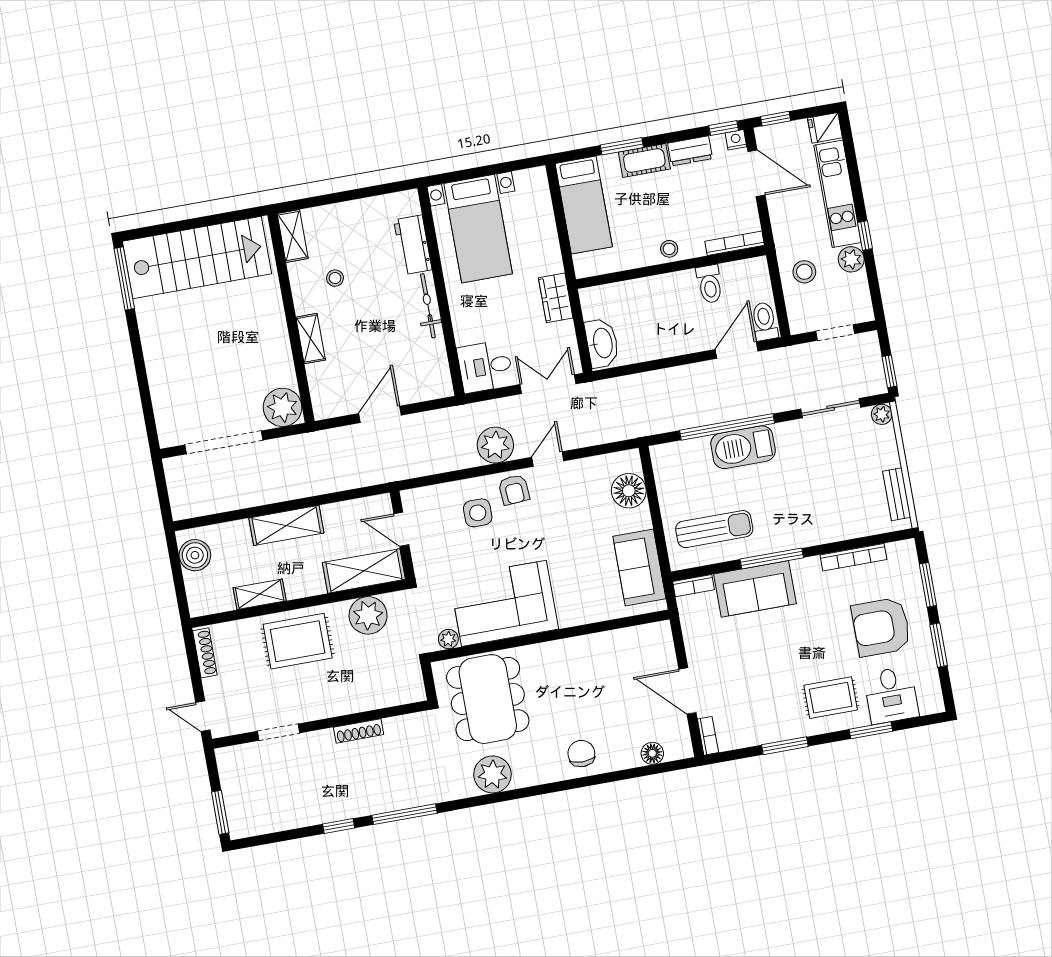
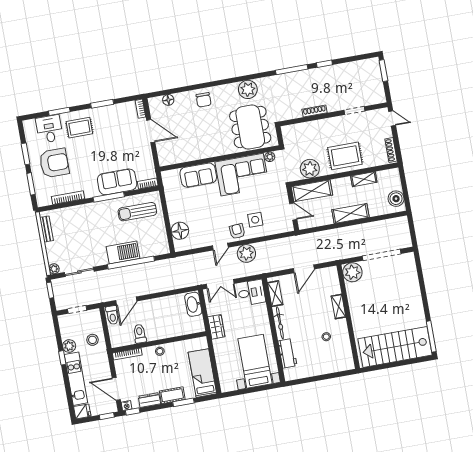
shelving: (293, 236) -> (275, 294), moved
sofa: (639, 568) -> (198, 175), moved, turned 90

